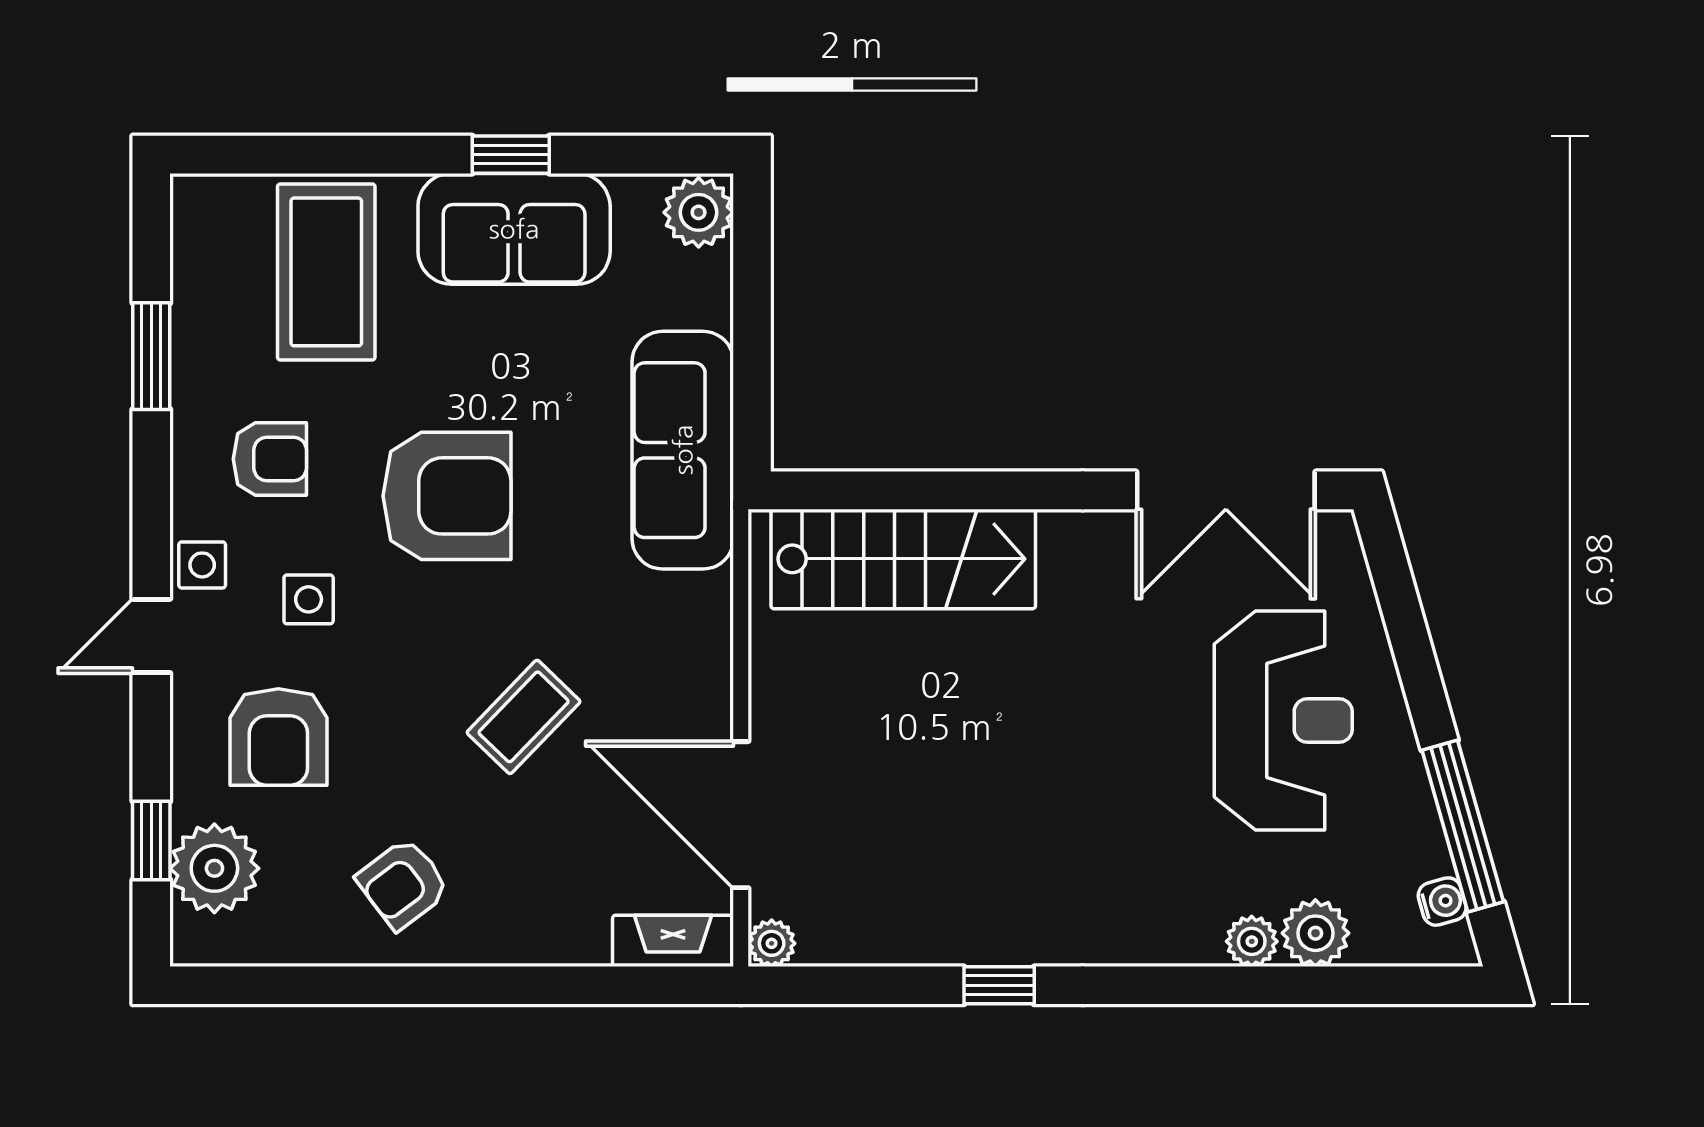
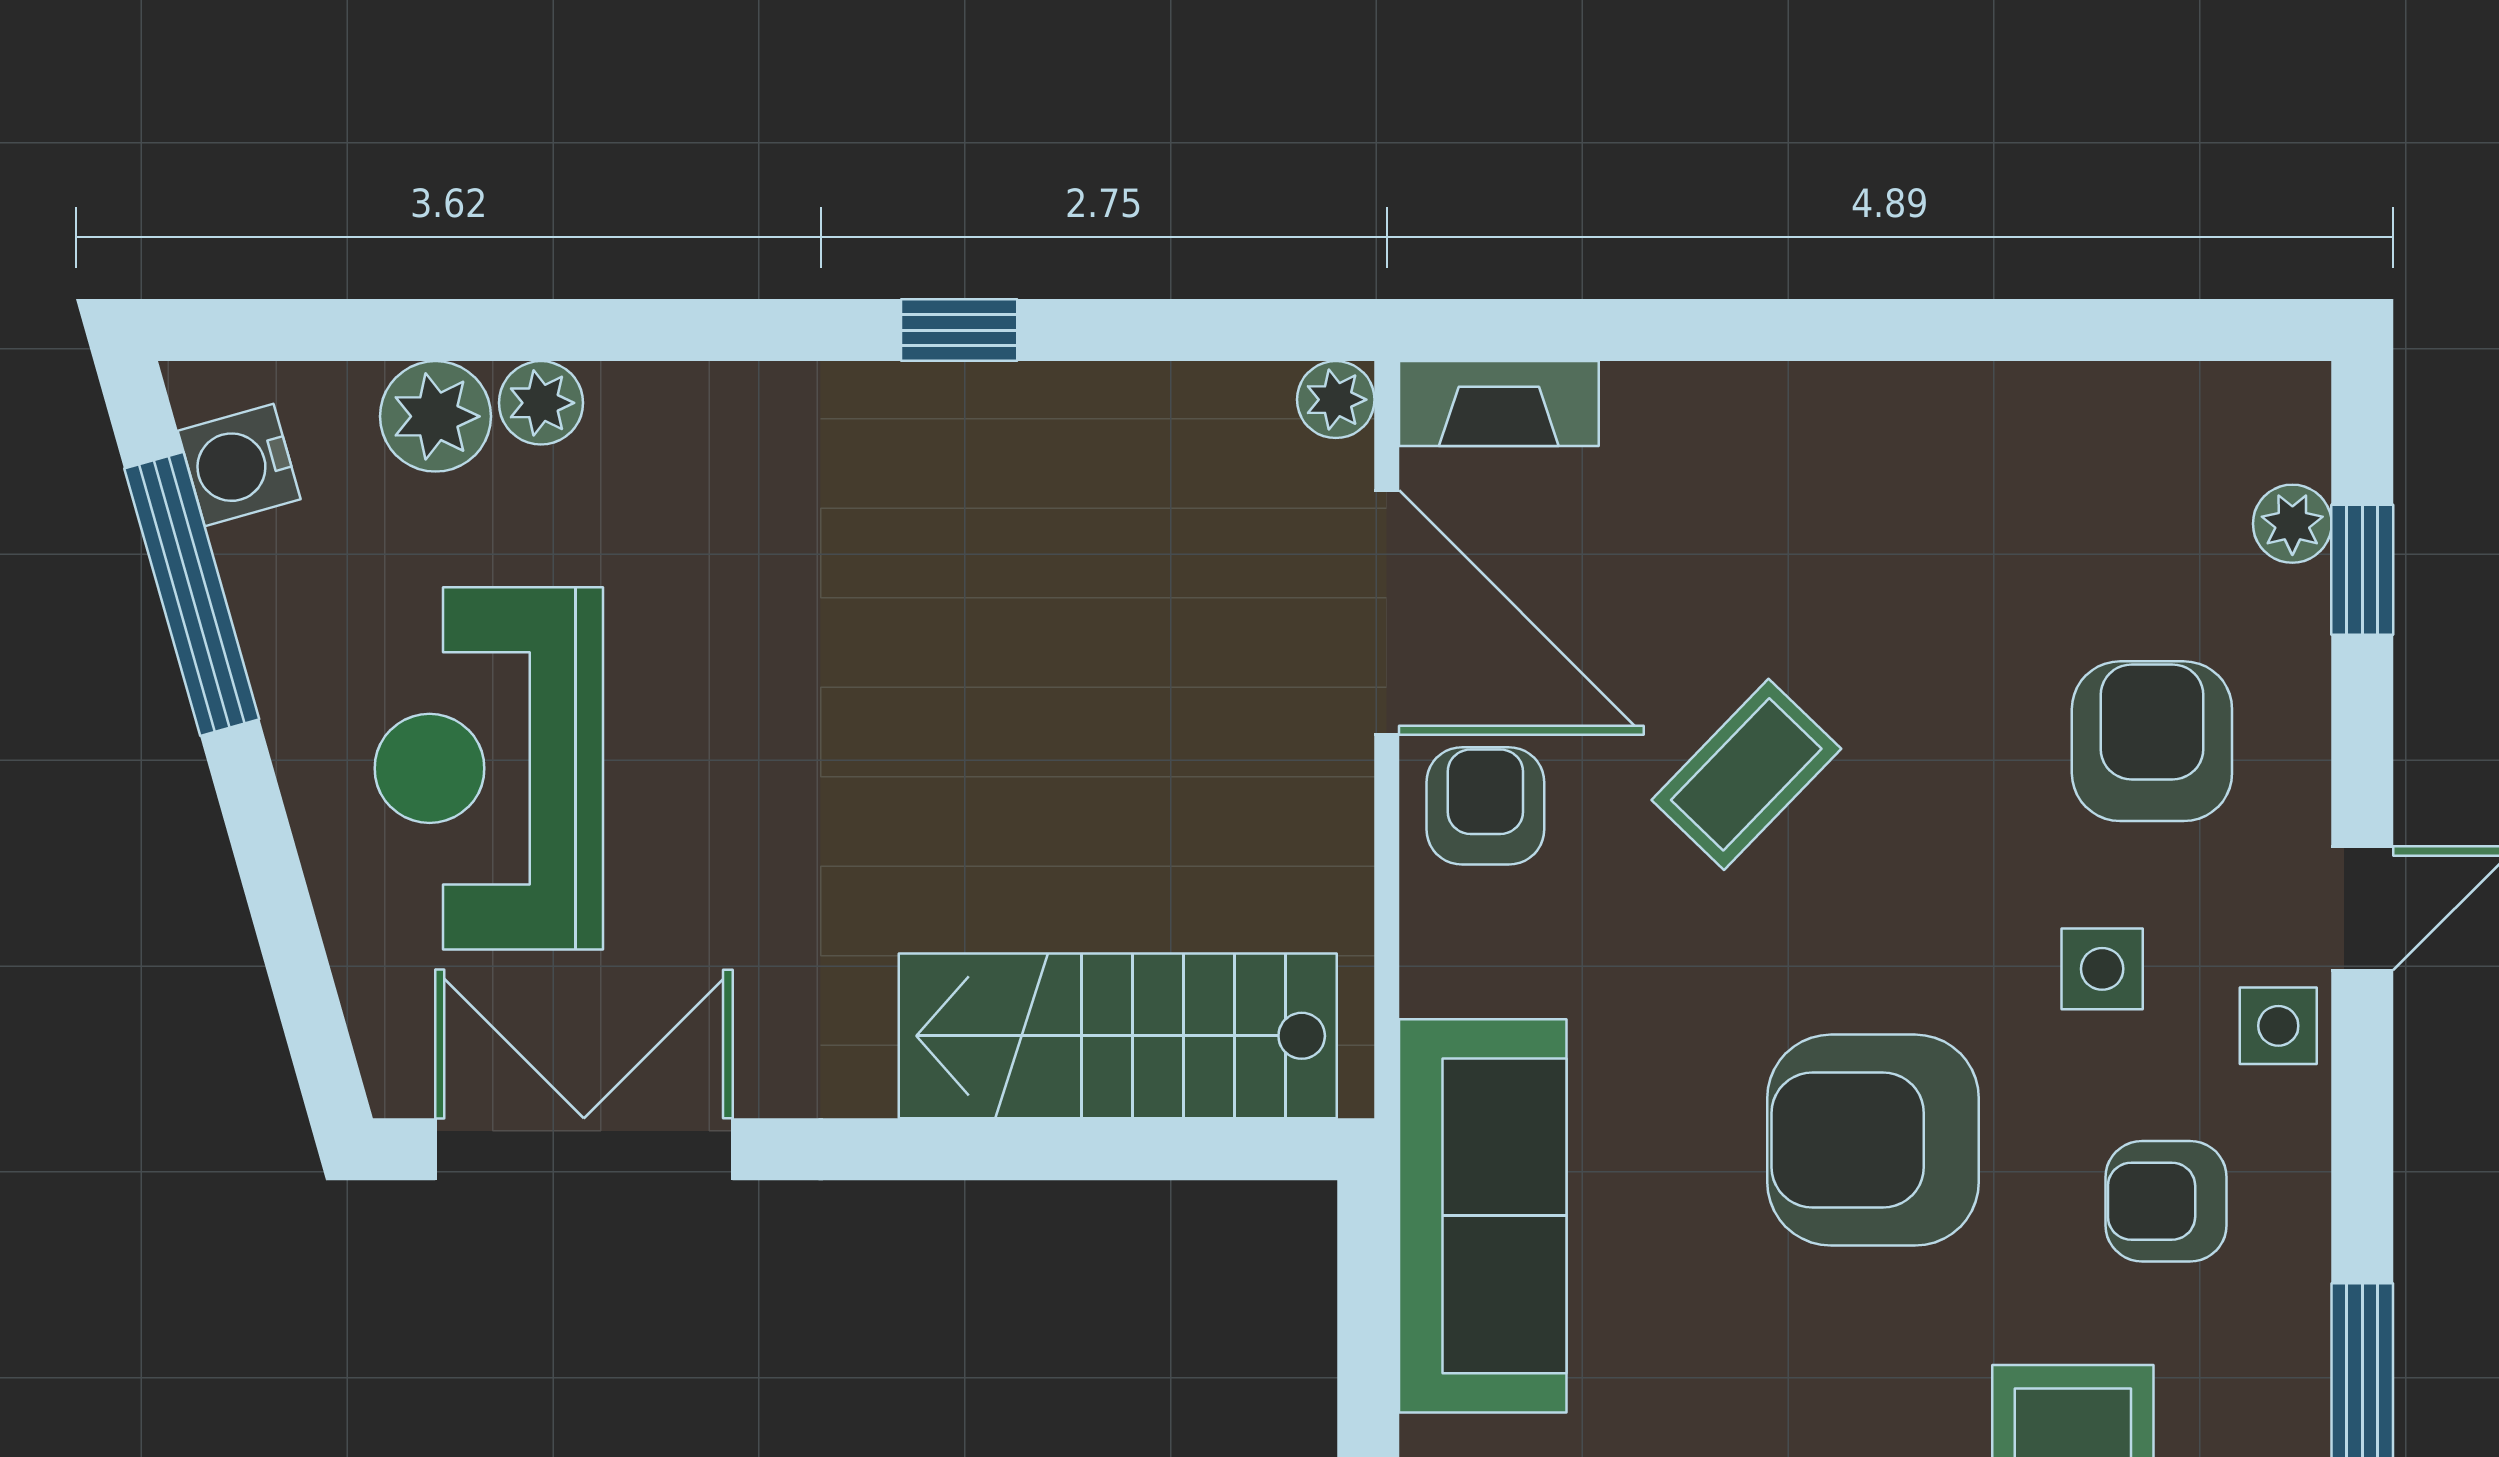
plant: (214, 868) -> (2292, 524), width x0.53, depth x0.53
armchair: (403, 884) -> (1485, 806), moved, turned -53
water cooler: (1442, 902) -> (239, 465), width x1.38, depth x1.38

